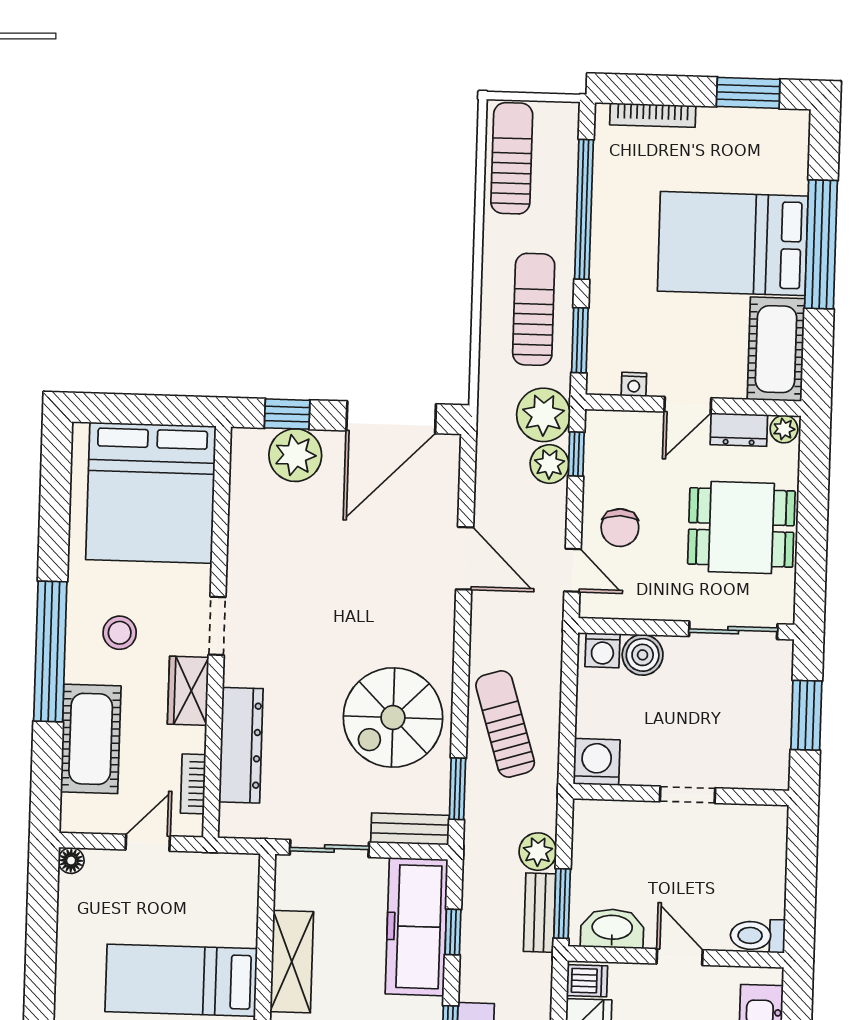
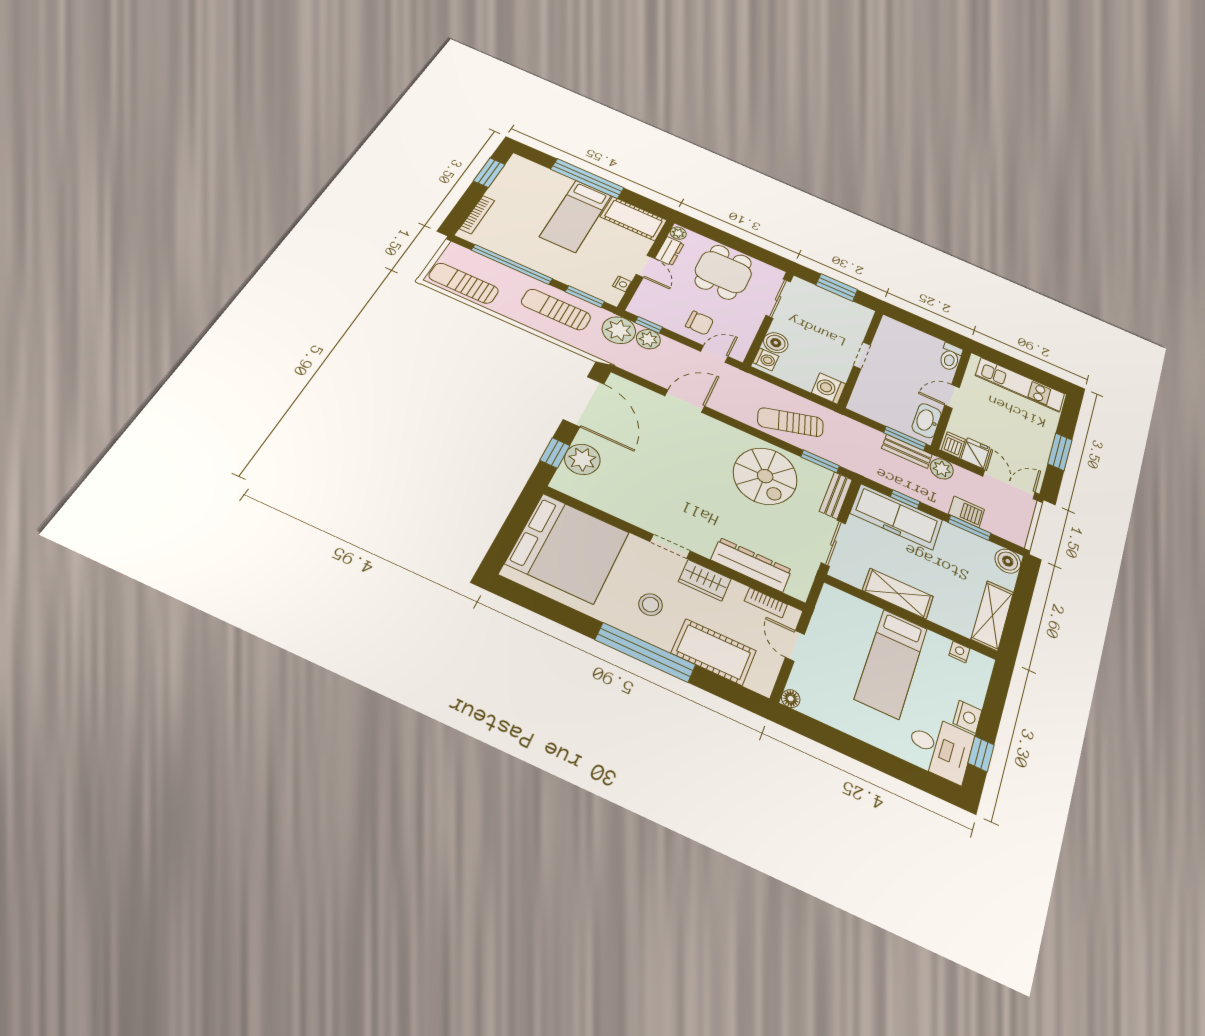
bed: (733, 244) -> (576, 216), width x0.67
plant: (538, 852) -> (942, 469), moved

